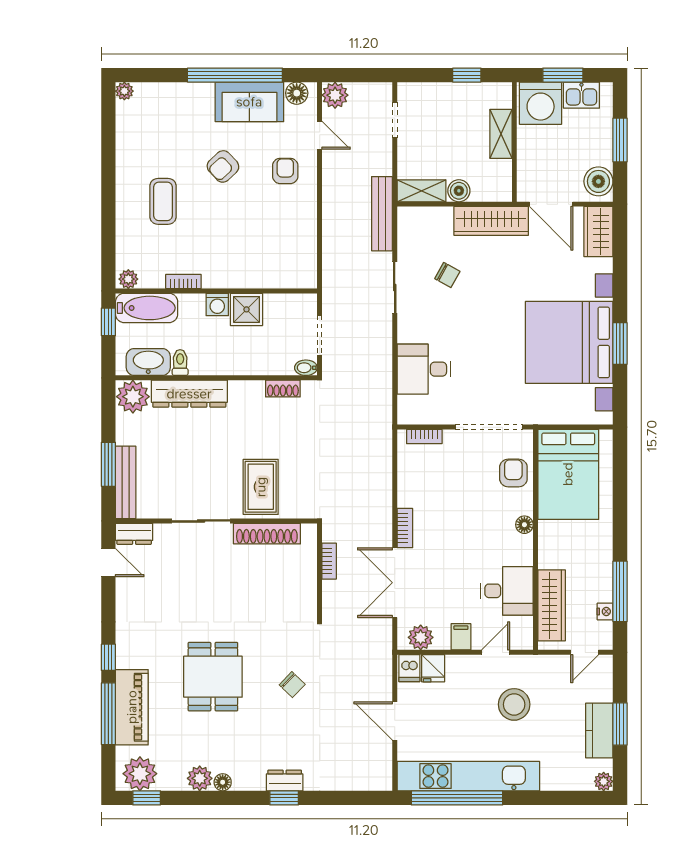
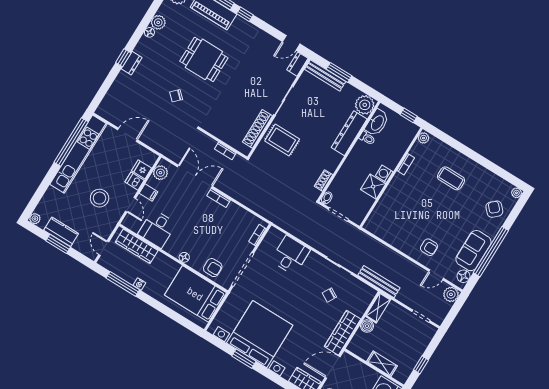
armchair: (223, 166) -> (494, 209), moved
bathtub: (147, 308) -> (404, 138), removed
nightstand: (605, 611) -> (139, 284), moved
dishwasher: (409, 668) -> (134, 181), moved

